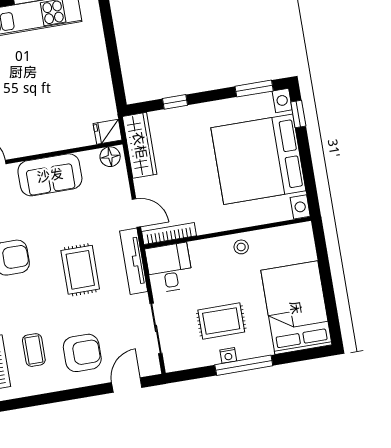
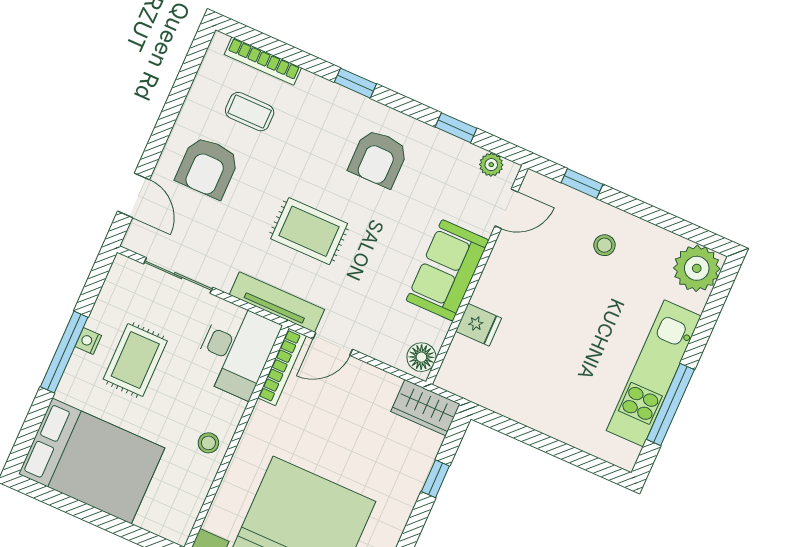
fridge: (108, 132) -> (478, 325), moved, turned 90
wardrobe: (140, 145) -> (425, 408), width x0.67
desk: (169, 268) -> (236, 350), width x1.37

